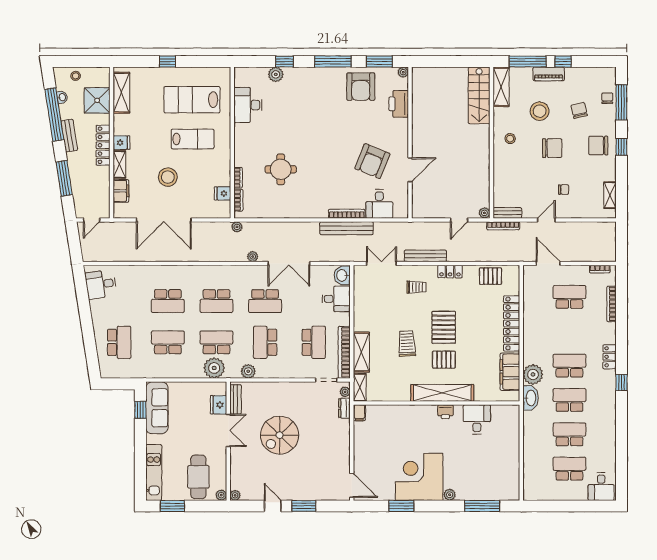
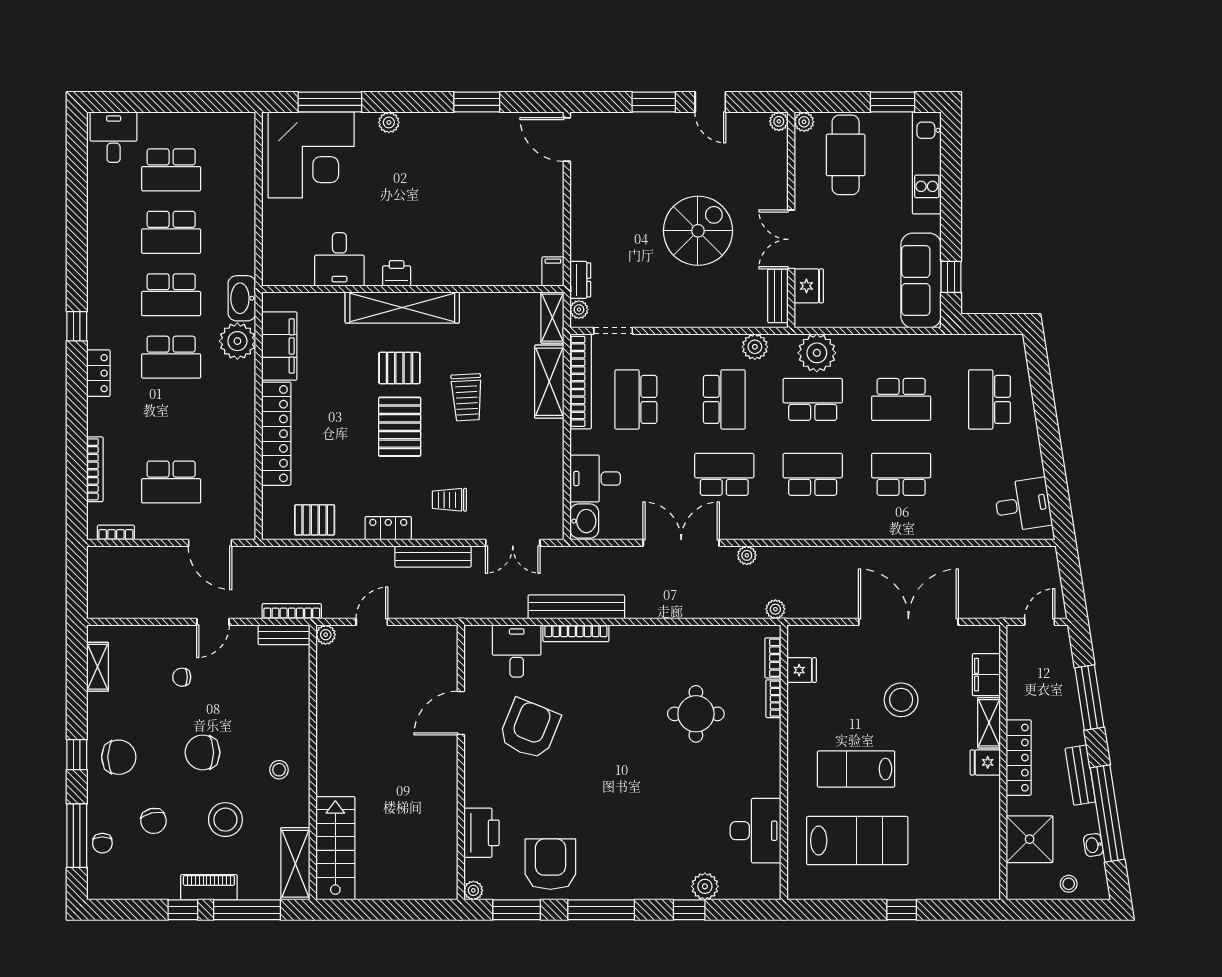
shelving: (121, 93) -> (985, 853), removed
school desk: (216, 342) -> (813, 399), turned 180
corner desk: (419, 477) -> (311, 155), moved

